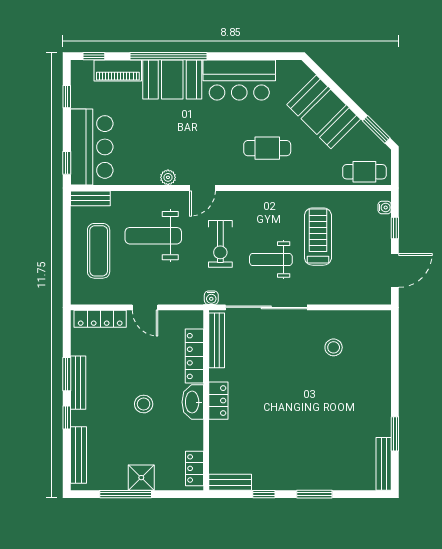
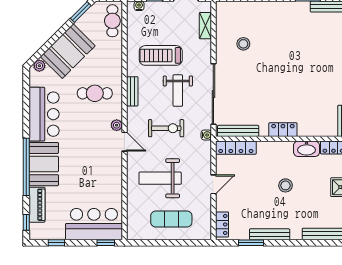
plant: (304, 74) -> (39, 66), added
cafe table: (267, 148) -> (95, 93), turned 90
plant: (168, 177) -> (117, 125), moved
bench: (90, 198) -> (132, 91), moved
weight bench: (153, 236) -> (160, 178), turned 90
shelving: (358, 297) -> (205, 26), added
locker: (100, 319) -> (222, 224), width x0.66
locker: (194, 356) -> (236, 148), moved
window: (67, 374) -> (251, 243), moved
washbasin: (193, 402) -> (307, 149), moved
window: (67, 417) -> (295, 243), removed

